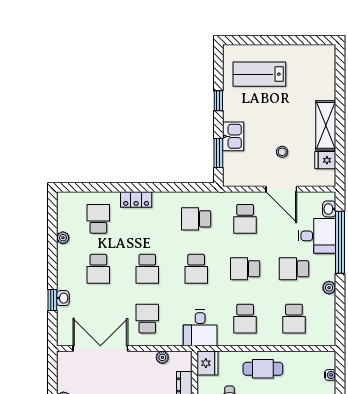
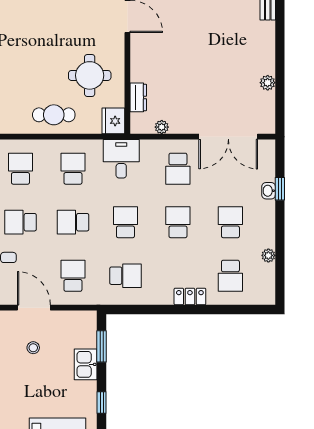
school desk: (245, 269) -> (73, 222), turned 180
school desk: (294, 269) -> (20, 222), turned 180

